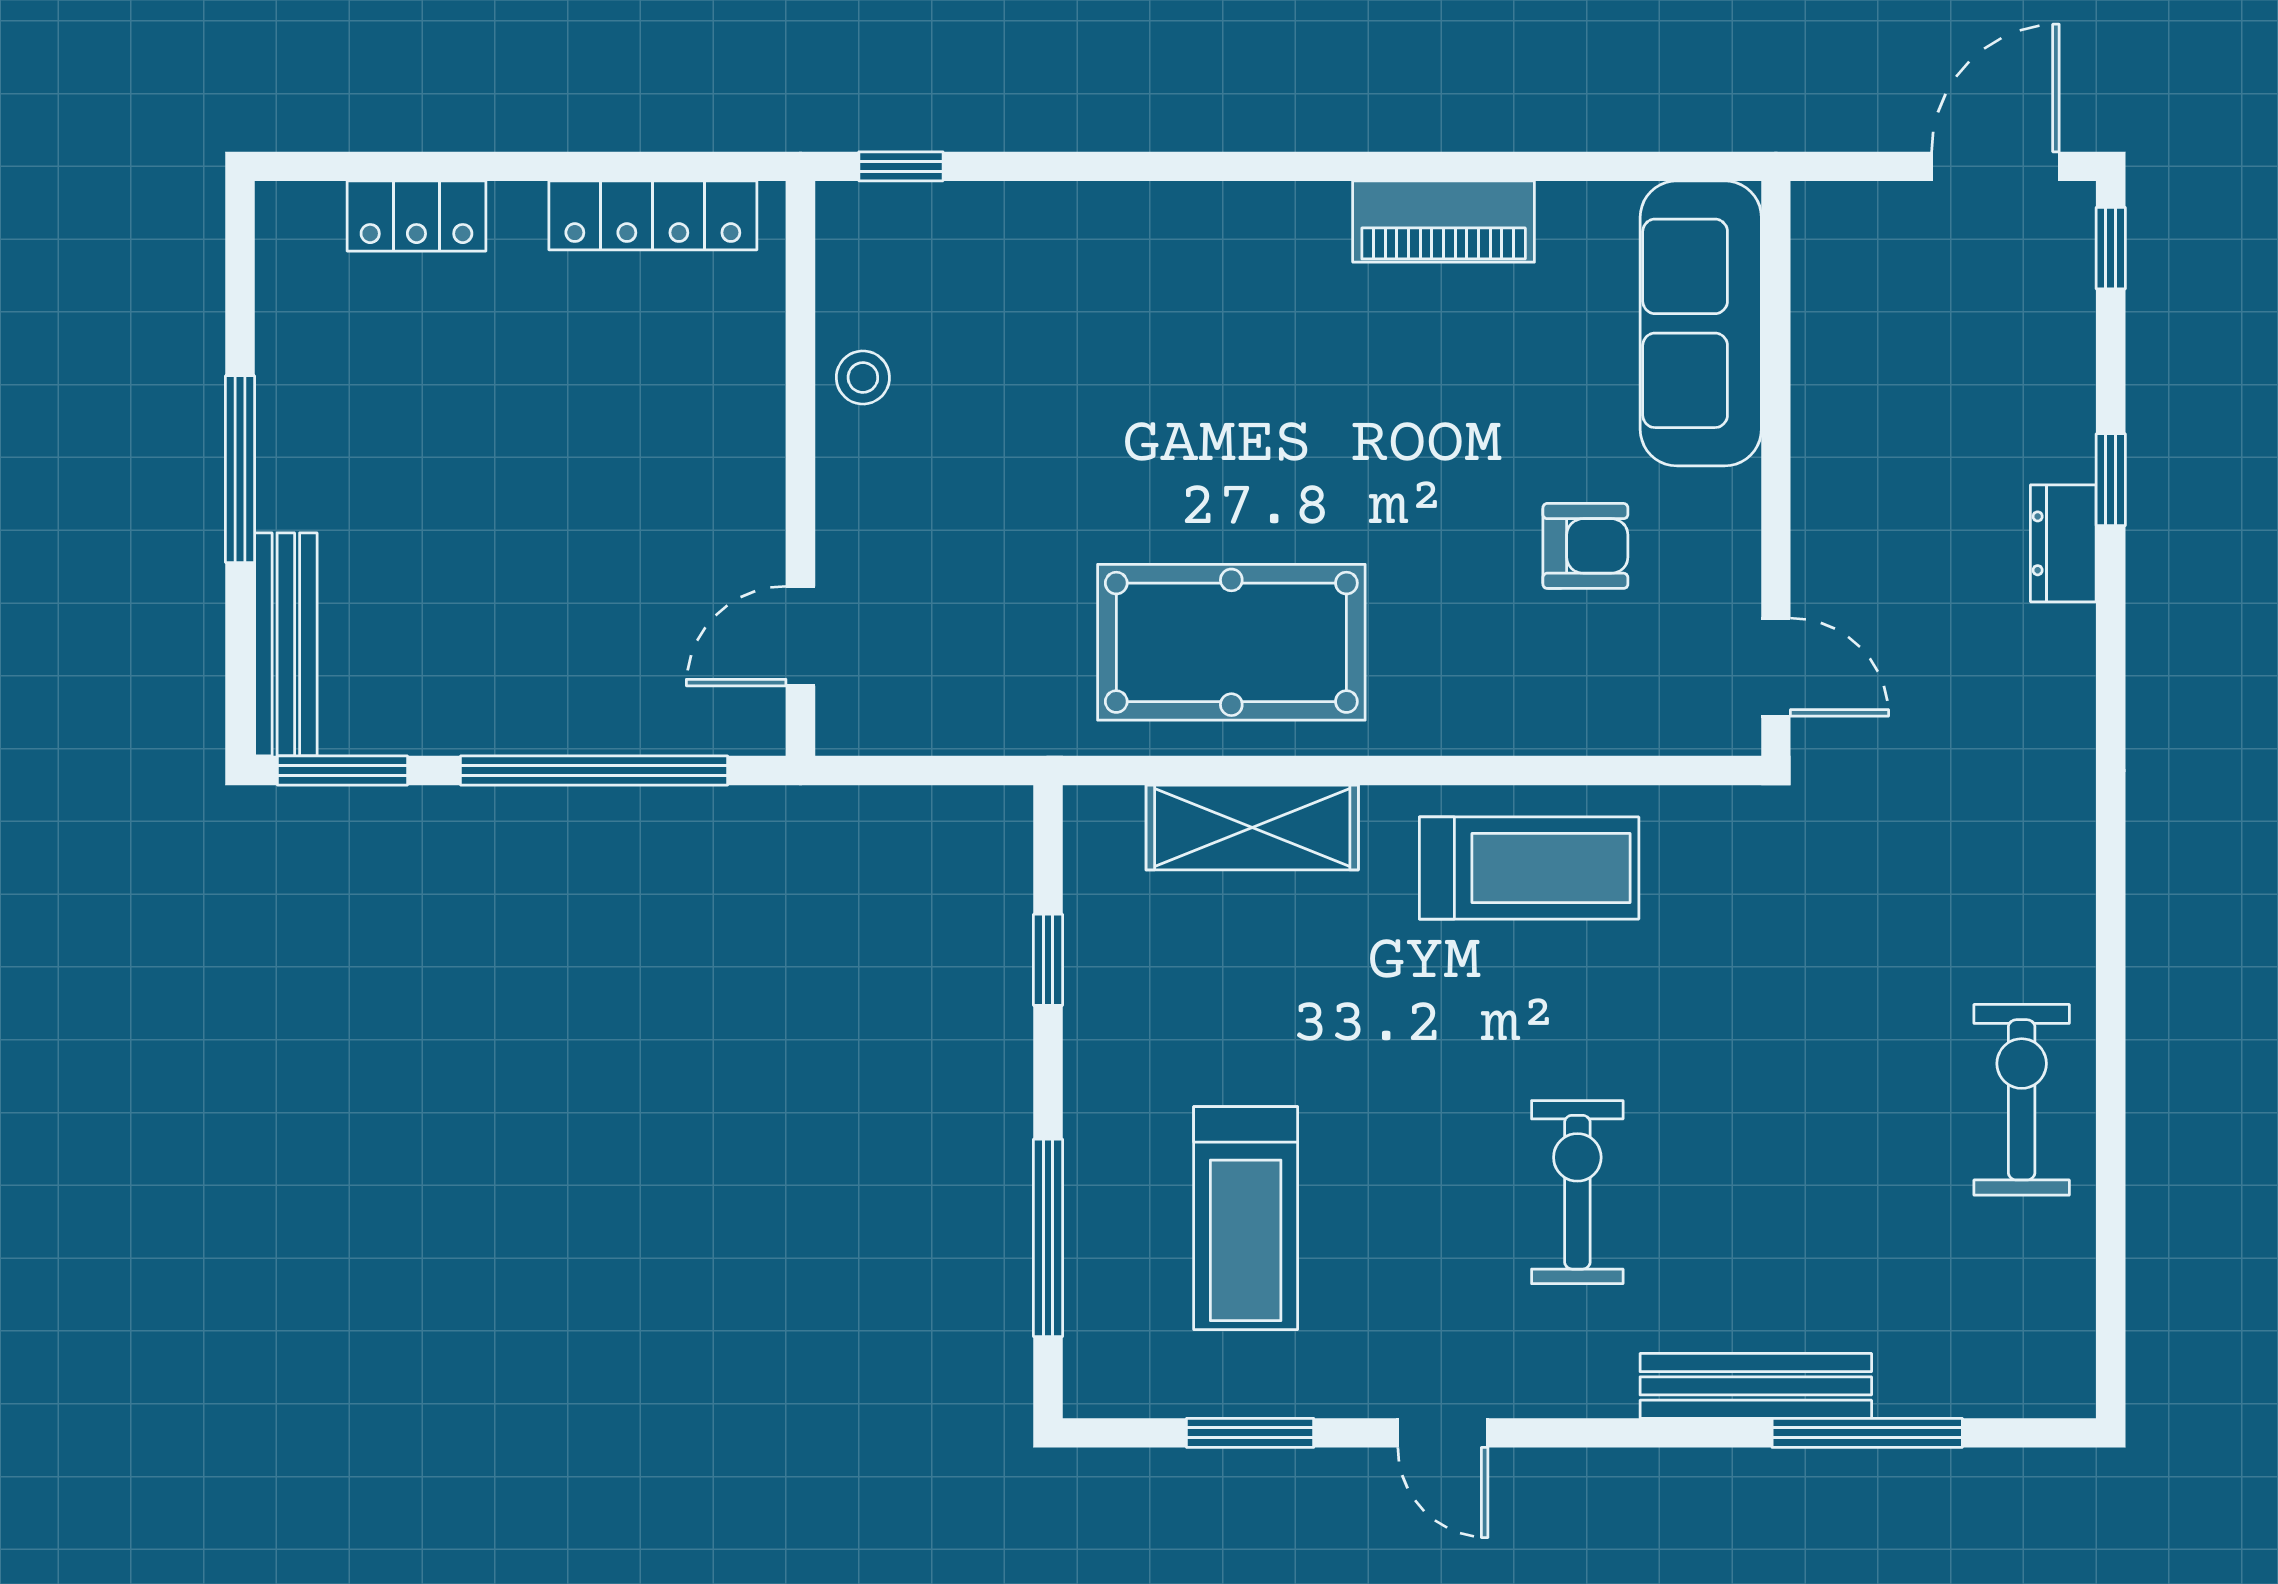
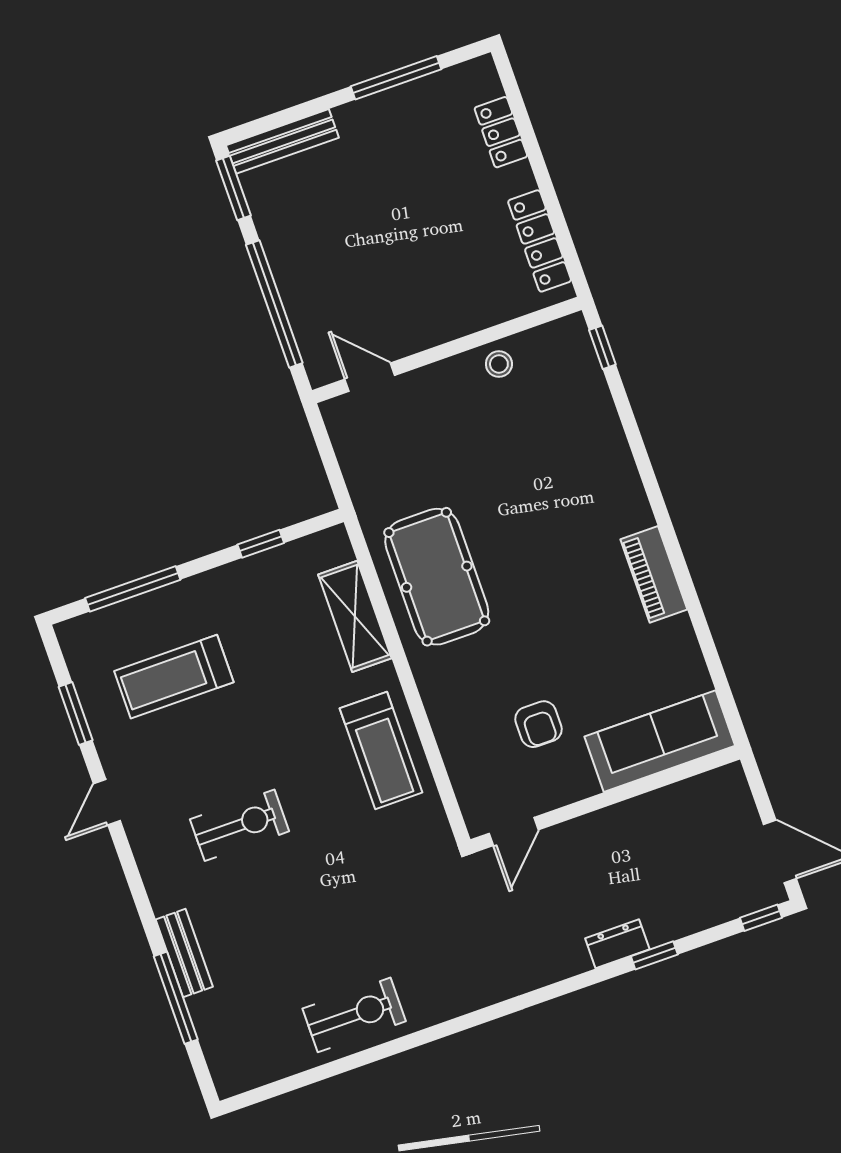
piano: (1444, 221) -> (654, 574), moved
window: (240, 469) -> (396, 78), moved
bench: (1756, 1386) -> (184, 953), width x0.73

